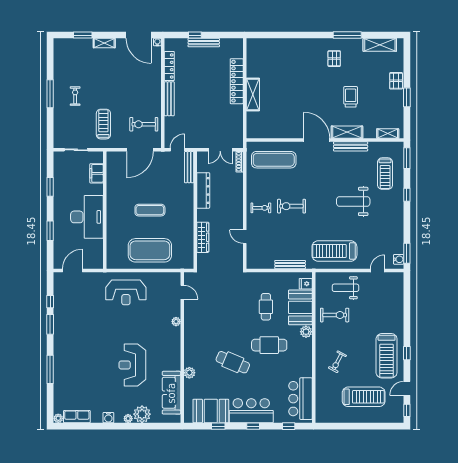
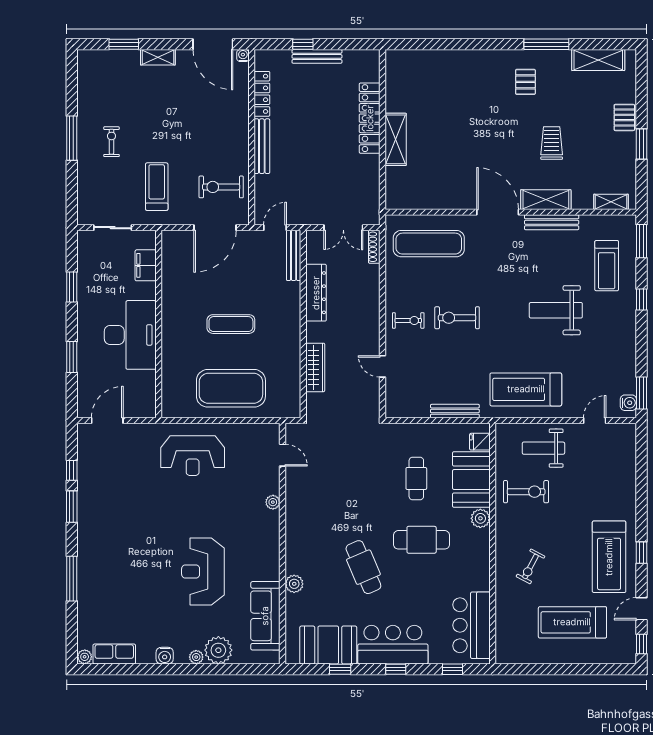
cafe table: (233, 362) -> (363, 567), turned 44
treadmill: (364, 397) -> (572, 622), turned 180

